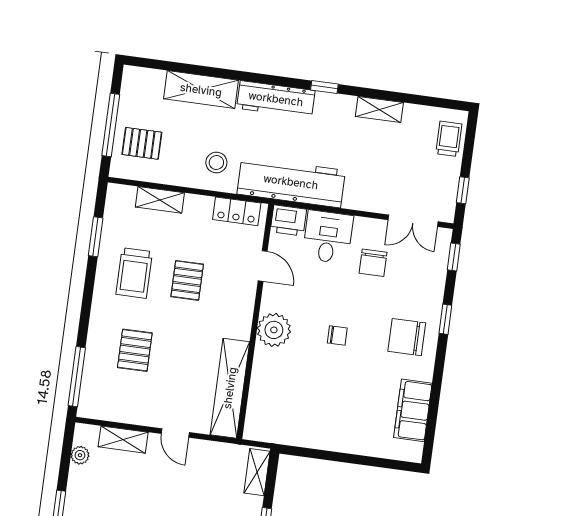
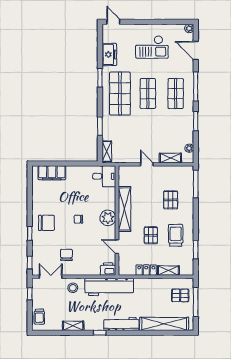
shelving: (201, 90) -> (164, 324), width x1.47
stool: (216, 163) -> (73, 288), moved
locker: (237, 211) -> (146, 270), moved
desk: (328, 237) -> (104, 176), moved, turned -90
shelving: (230, 388) -> (124, 209), moved
filing cabinet: (413, 410) -> (52, 173), moved, turned 90

